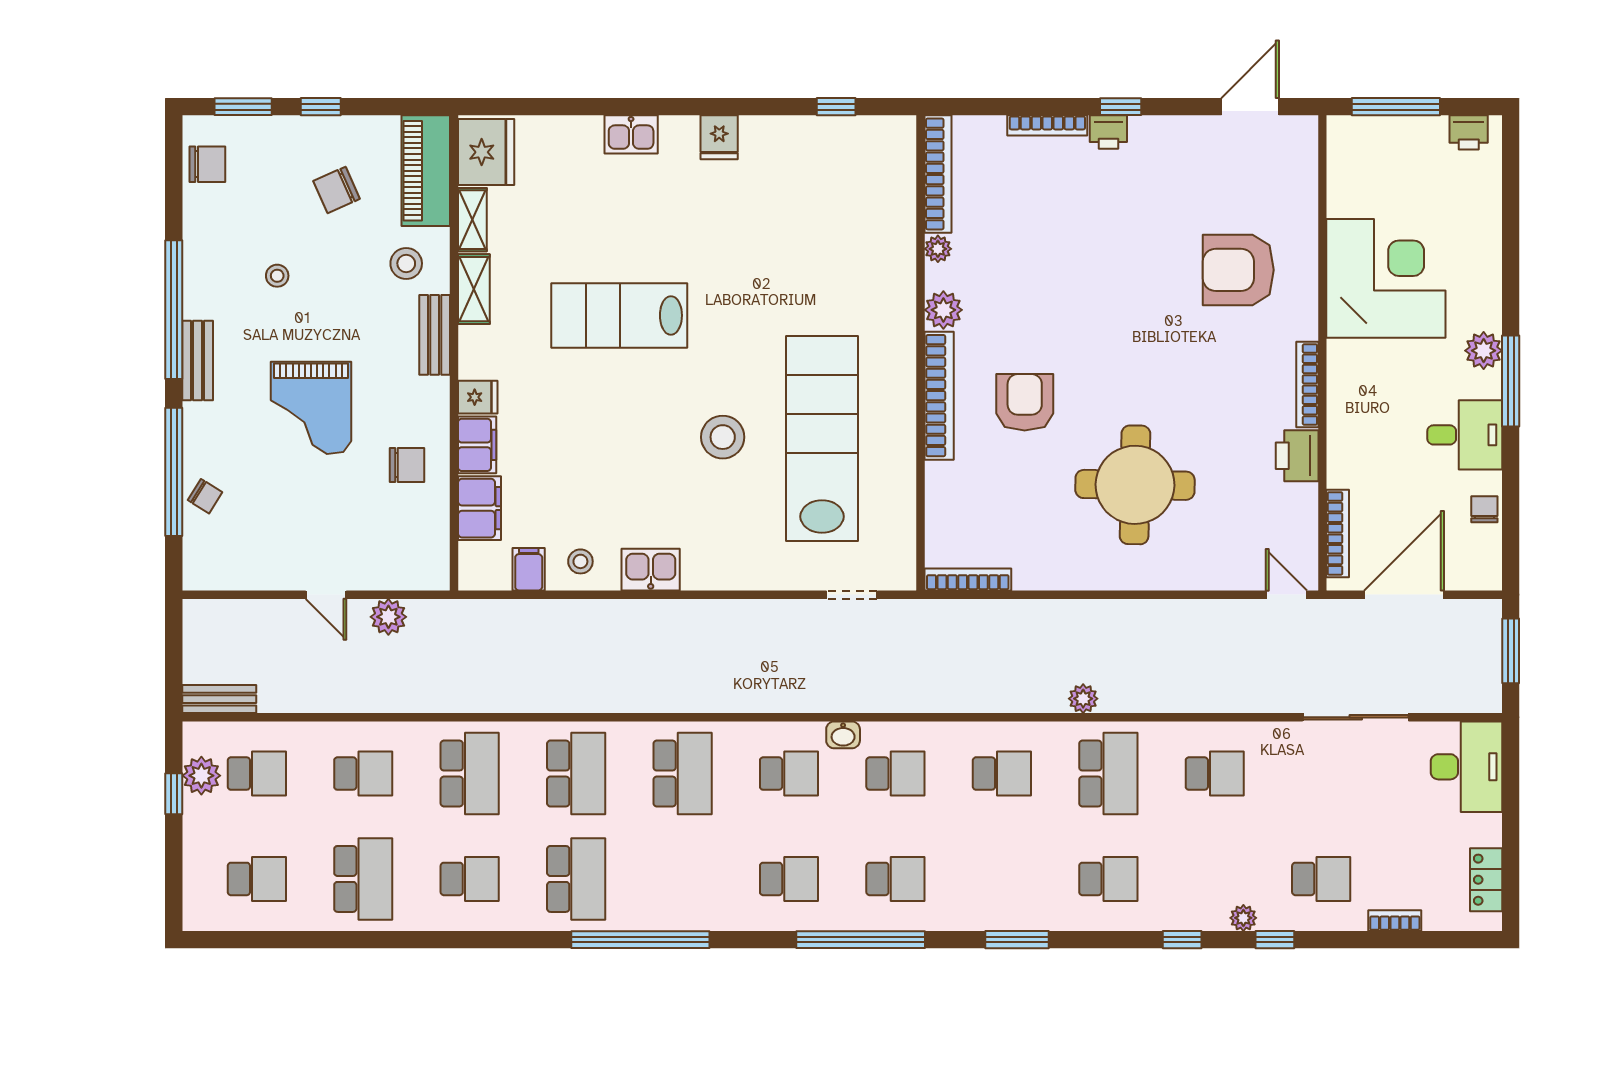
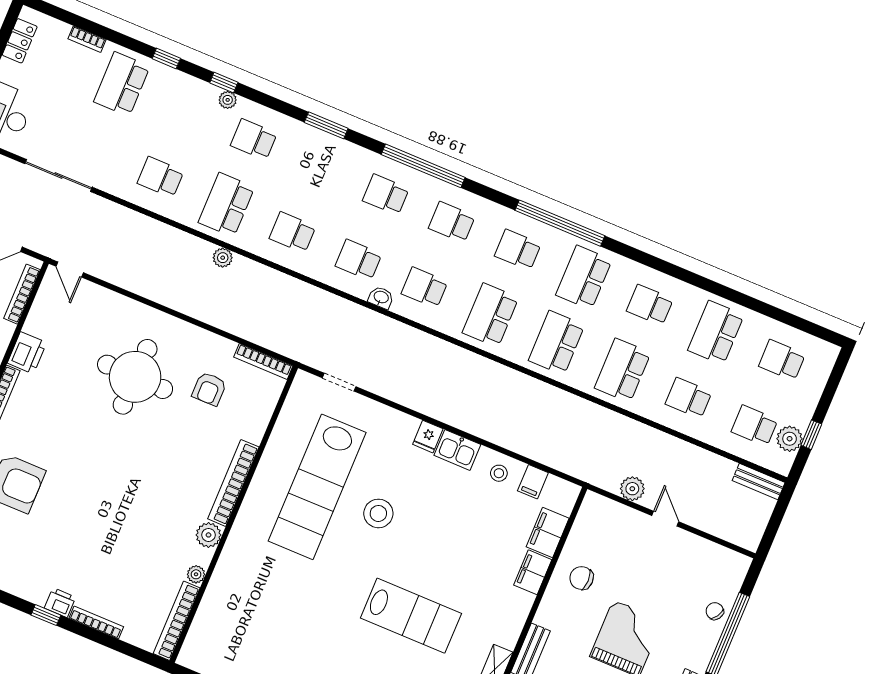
fridge: (478, 397) -> (428, 437), moved, turned -90
armchair: (1025, 402) -> (209, 389), moved, width x0.72, depth x0.72
school desk: (683, 879) -> (518, 250), added
school desk: (1321, 879) -> (122, 84), width x1.85
plant: (1243, 918) -> (228, 100), moved

